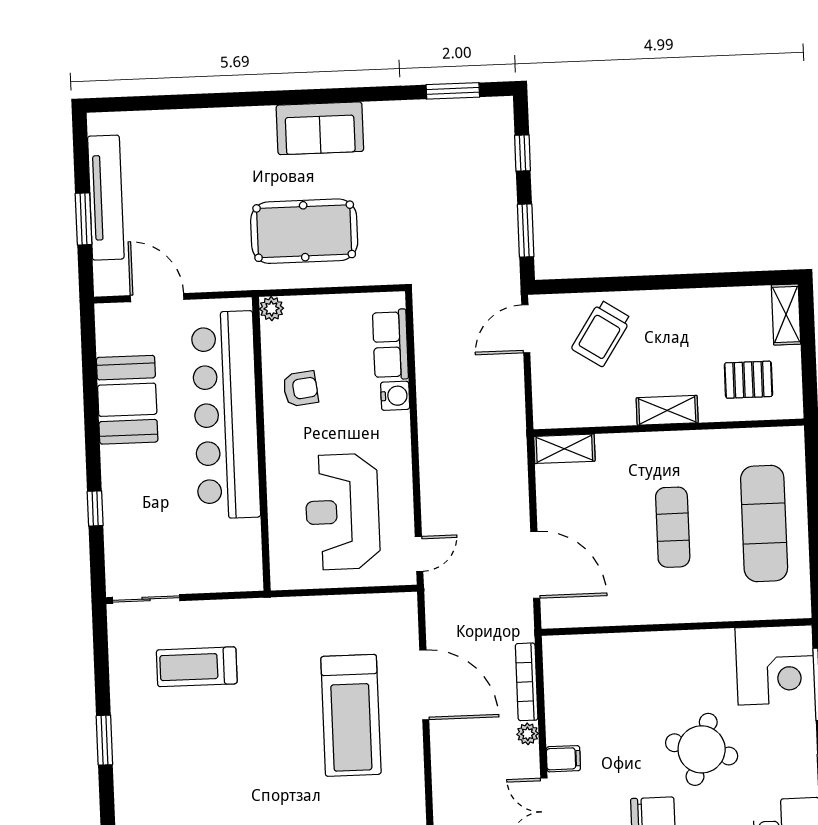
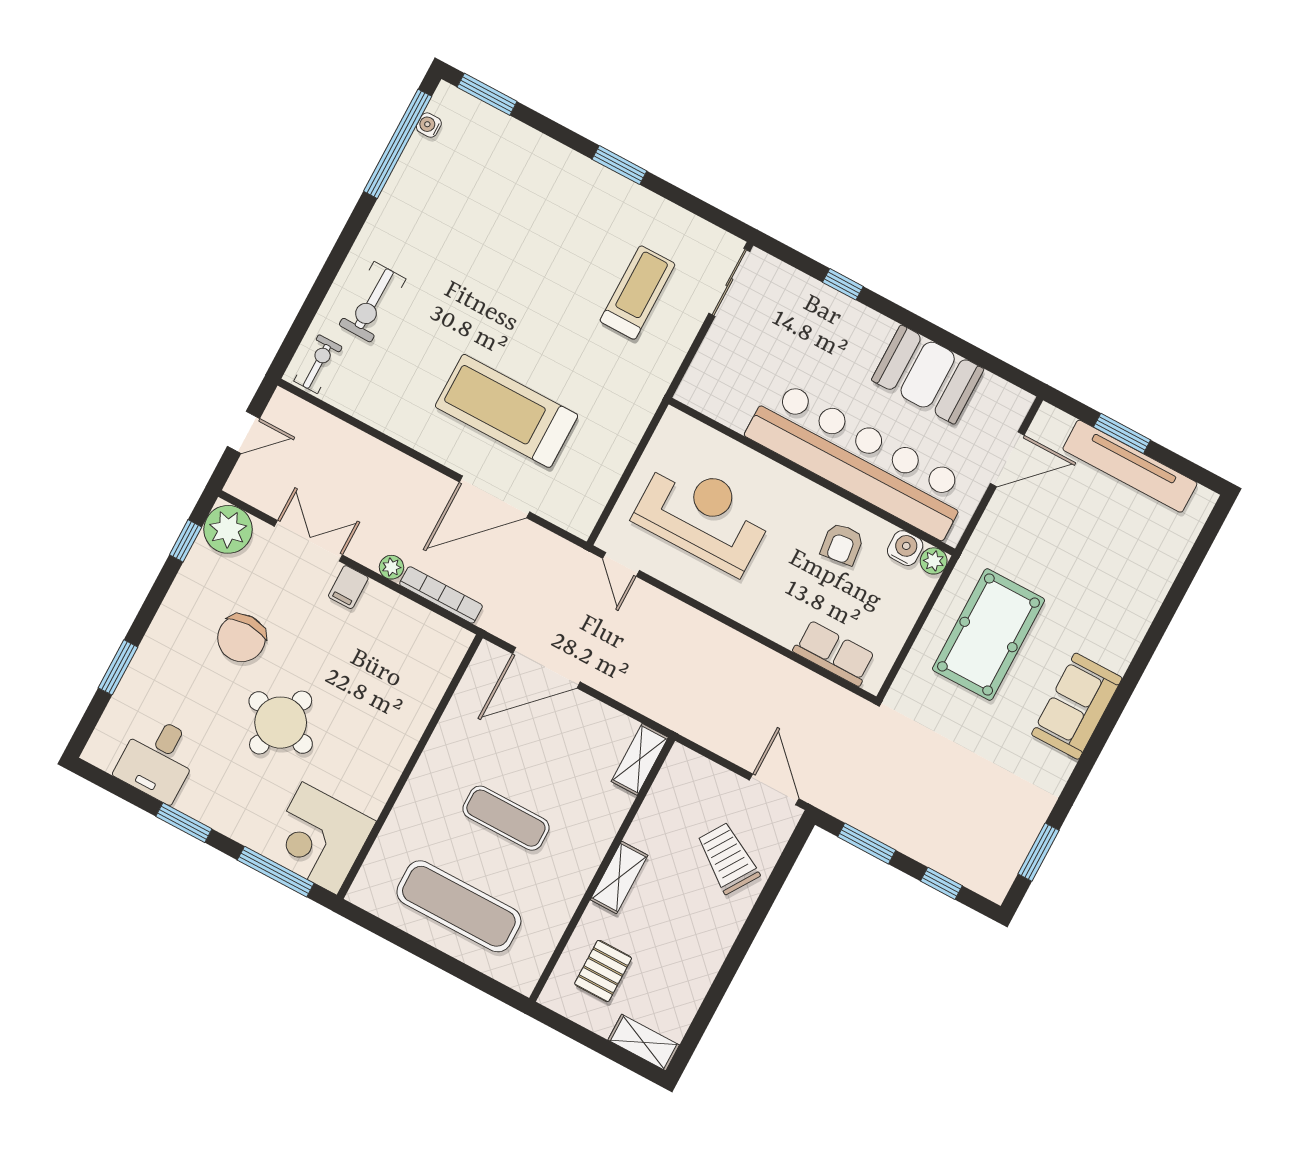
water cooler: (395, 396) -> (905, 548), moved, turned 180

